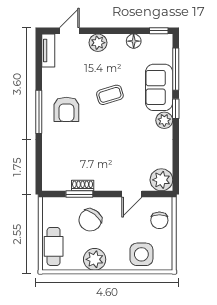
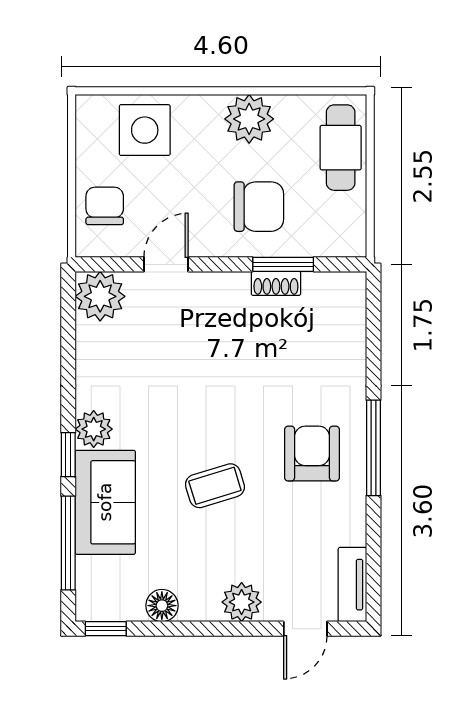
chair: (90, 220) -> (259, 207), turned 52

